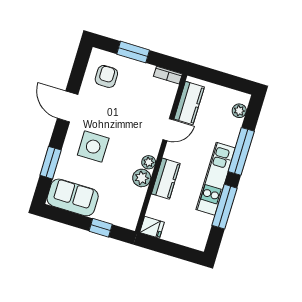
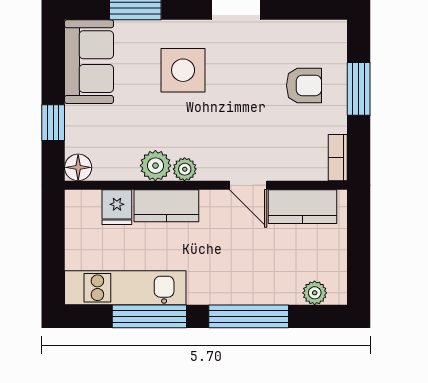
armchair: (106, 76) -> (304, 85), moved
kitchen unit: (216, 179) -> (125, 288), moved
floor lamp: (130, 221) -> (78, 167), added
fridge: (152, 227) -> (117, 207), moved

